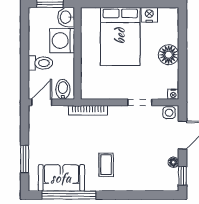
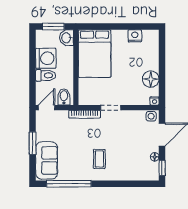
bed: (120, 36) -> (95, 54), moved
washing machine: (62, 41) -> (46, 58), moved, turned 180
floor lamp: (169, 55) -> (151, 79), moved
doorway: (140, 102) -> (111, 108), moved
window: (25, 159) -> (33, 143), moved
sofa: (61, 178) -> (47, 160), moved, turned 90

